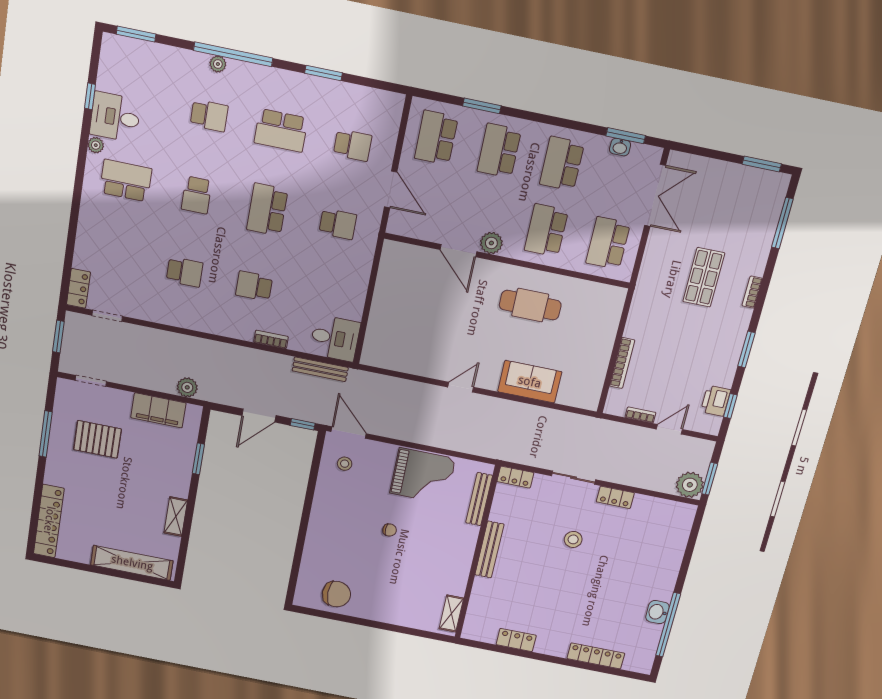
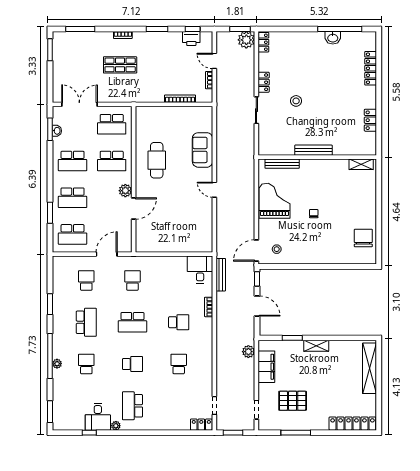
school desk: (254, 286) -> (179, 322), turned -90
pallet: (97, 439) -> (293, 401), turned 90
locker: (515, 477) -> (263, 42), moved
shelving: (176, 517) -> (316, 346), moved

